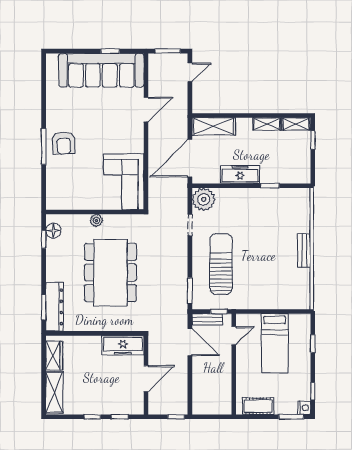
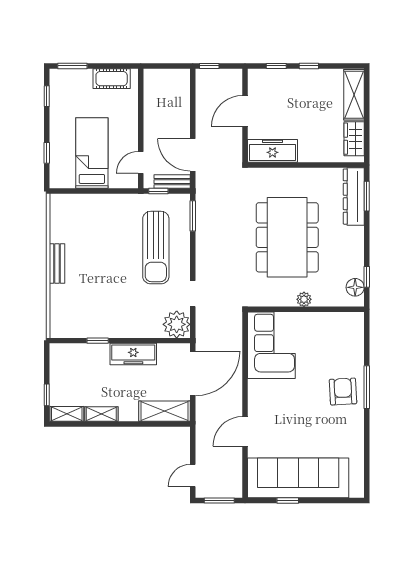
nightstand: (304, 408) -> (57, 77), removed

